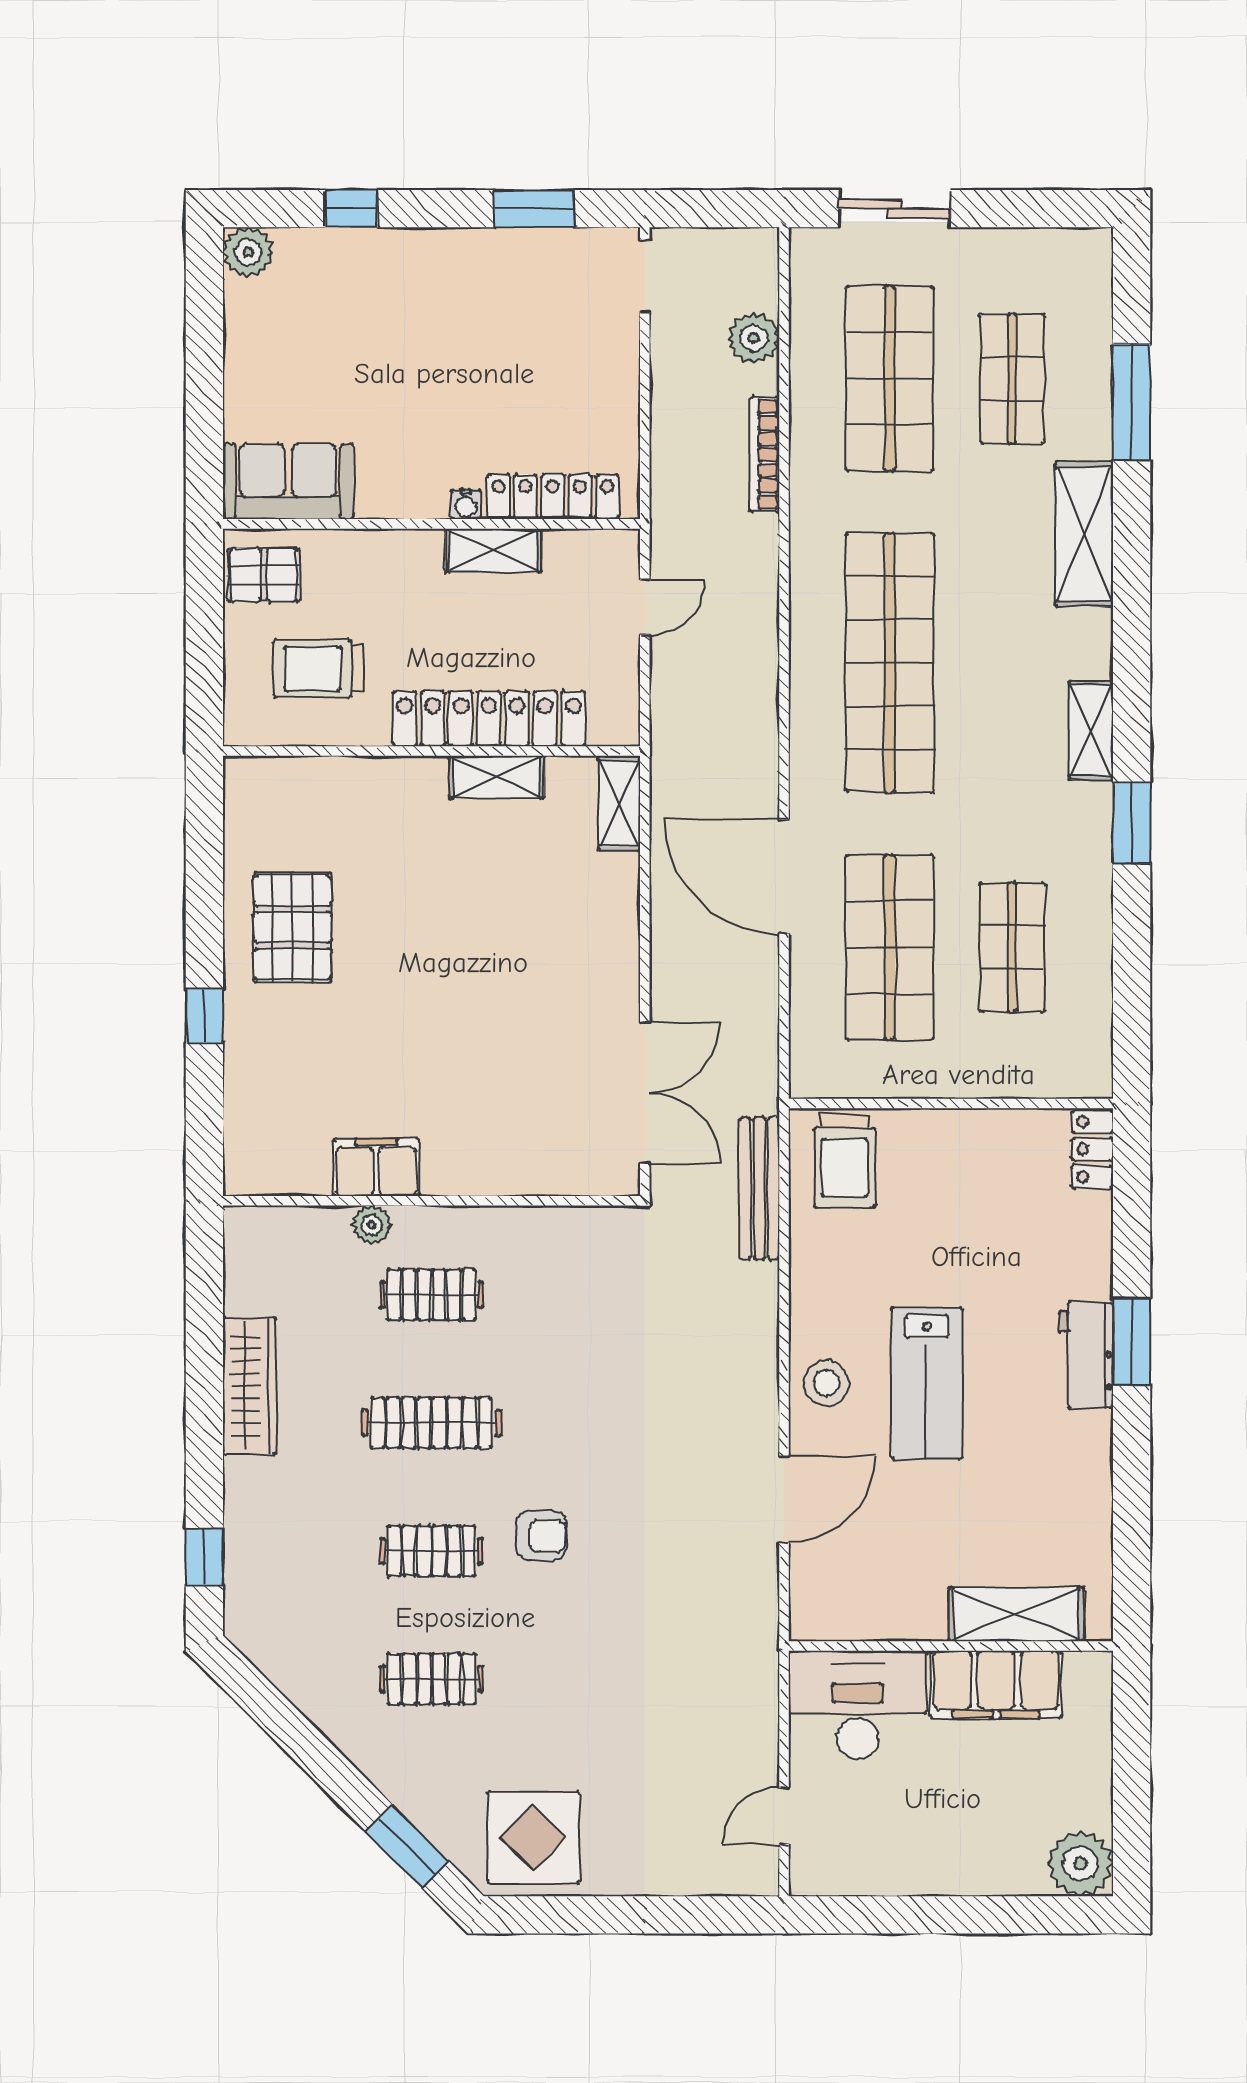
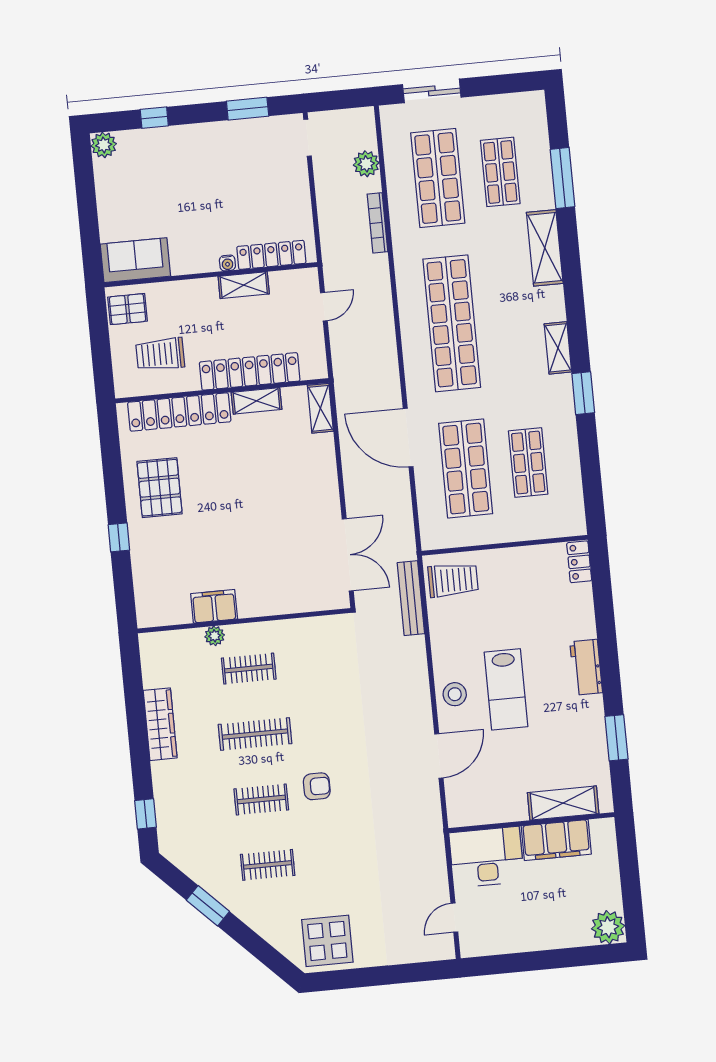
locker: (345, 784) -> (179, 412), added
trolley: (844, 1161) -> (453, 580), turned -90
window: (1132, 1342) -> (616, 738), moved
window: (407, 1846) -> (208, 906), moved

